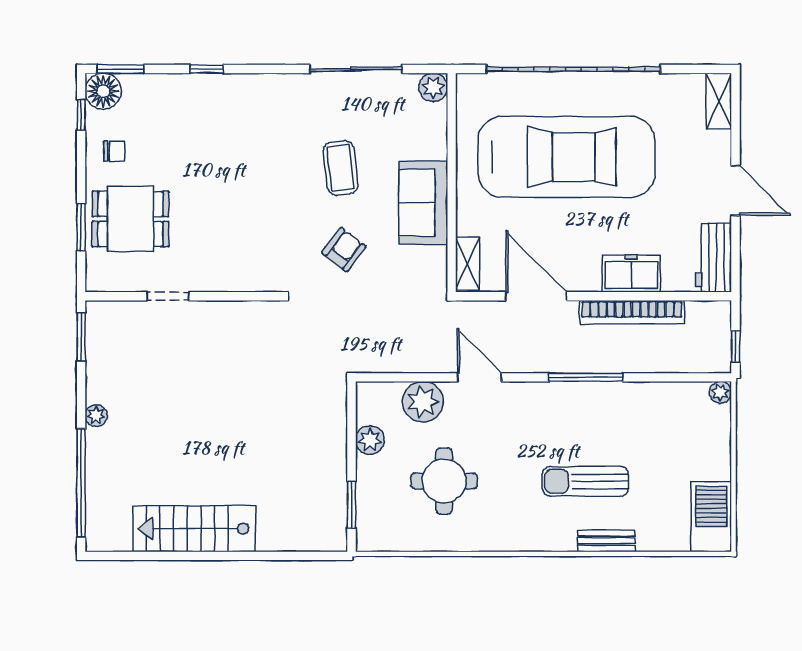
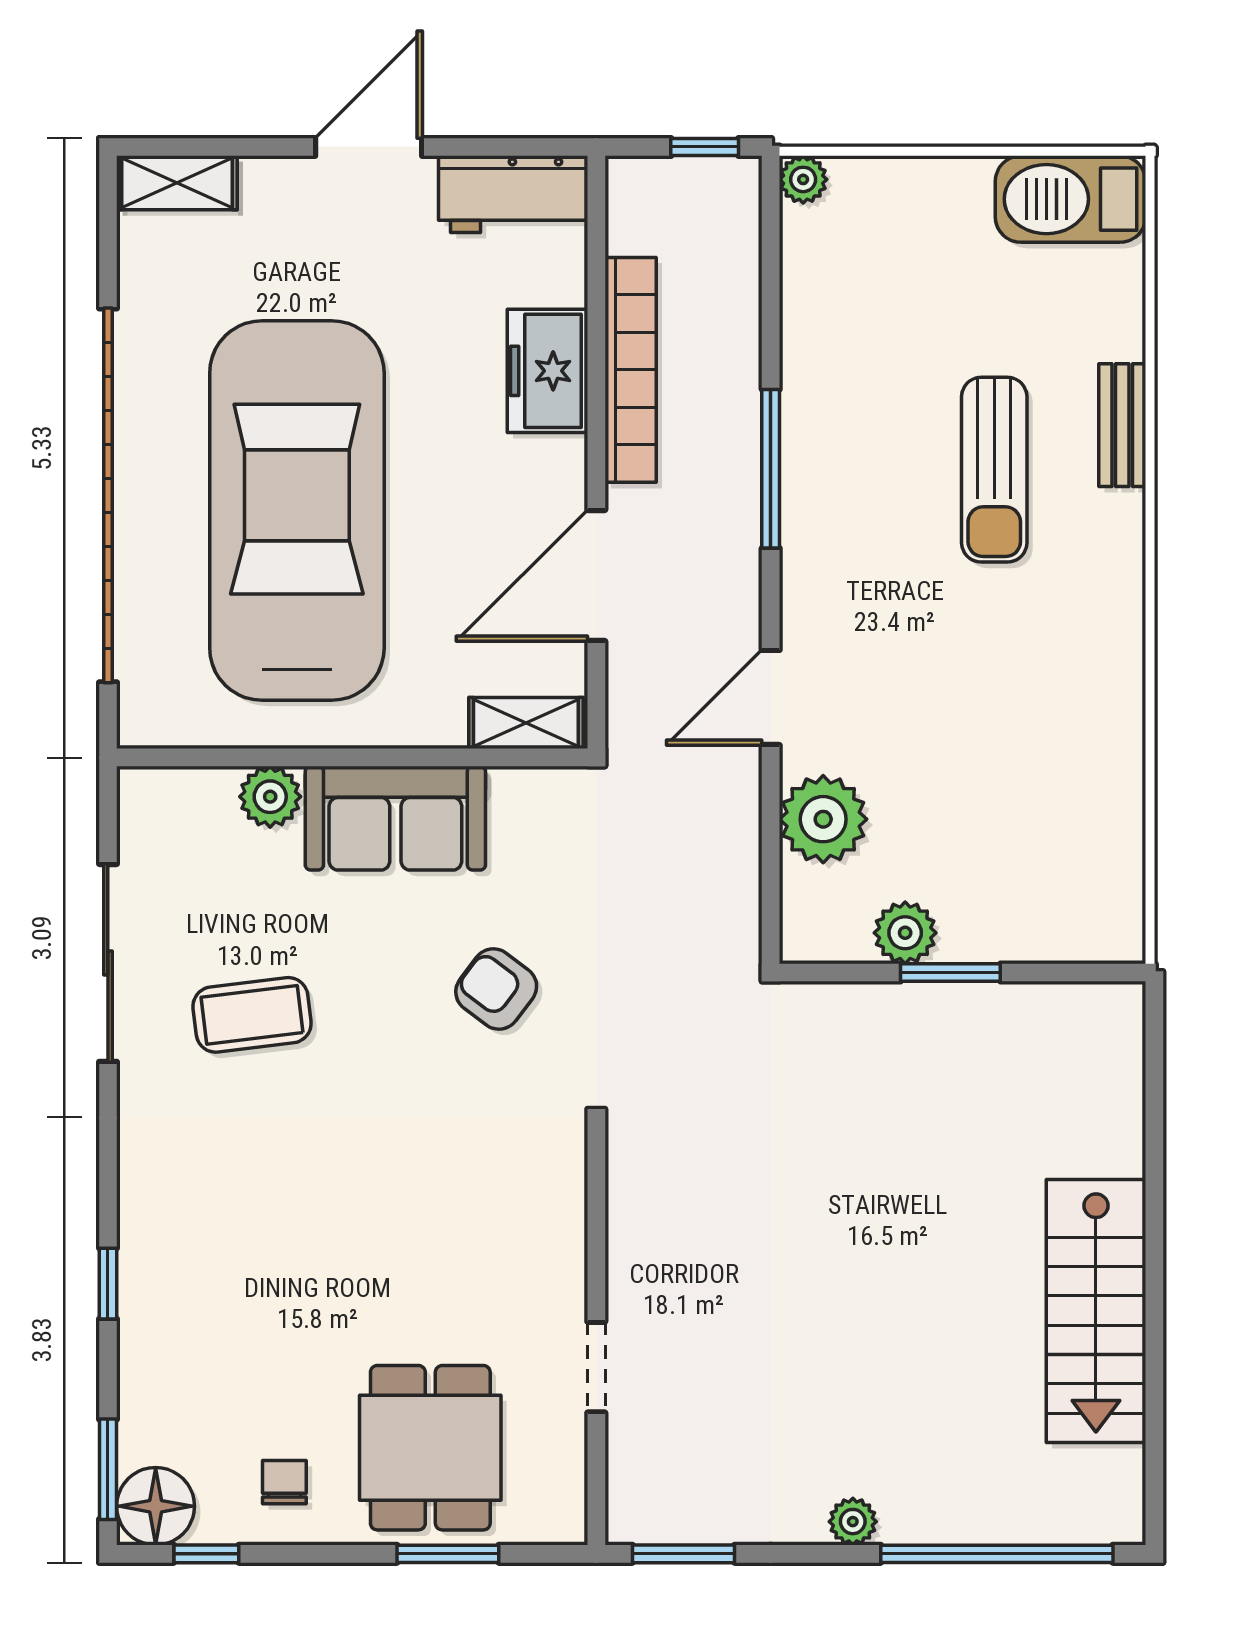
plant: (433, 87) -> (270, 797), moved
coffee table: (341, 168) -> (252, 1015), moved
round table: (444, 481) -> (994, 773), removed
window: (352, 505) -> (950, 972), moved

